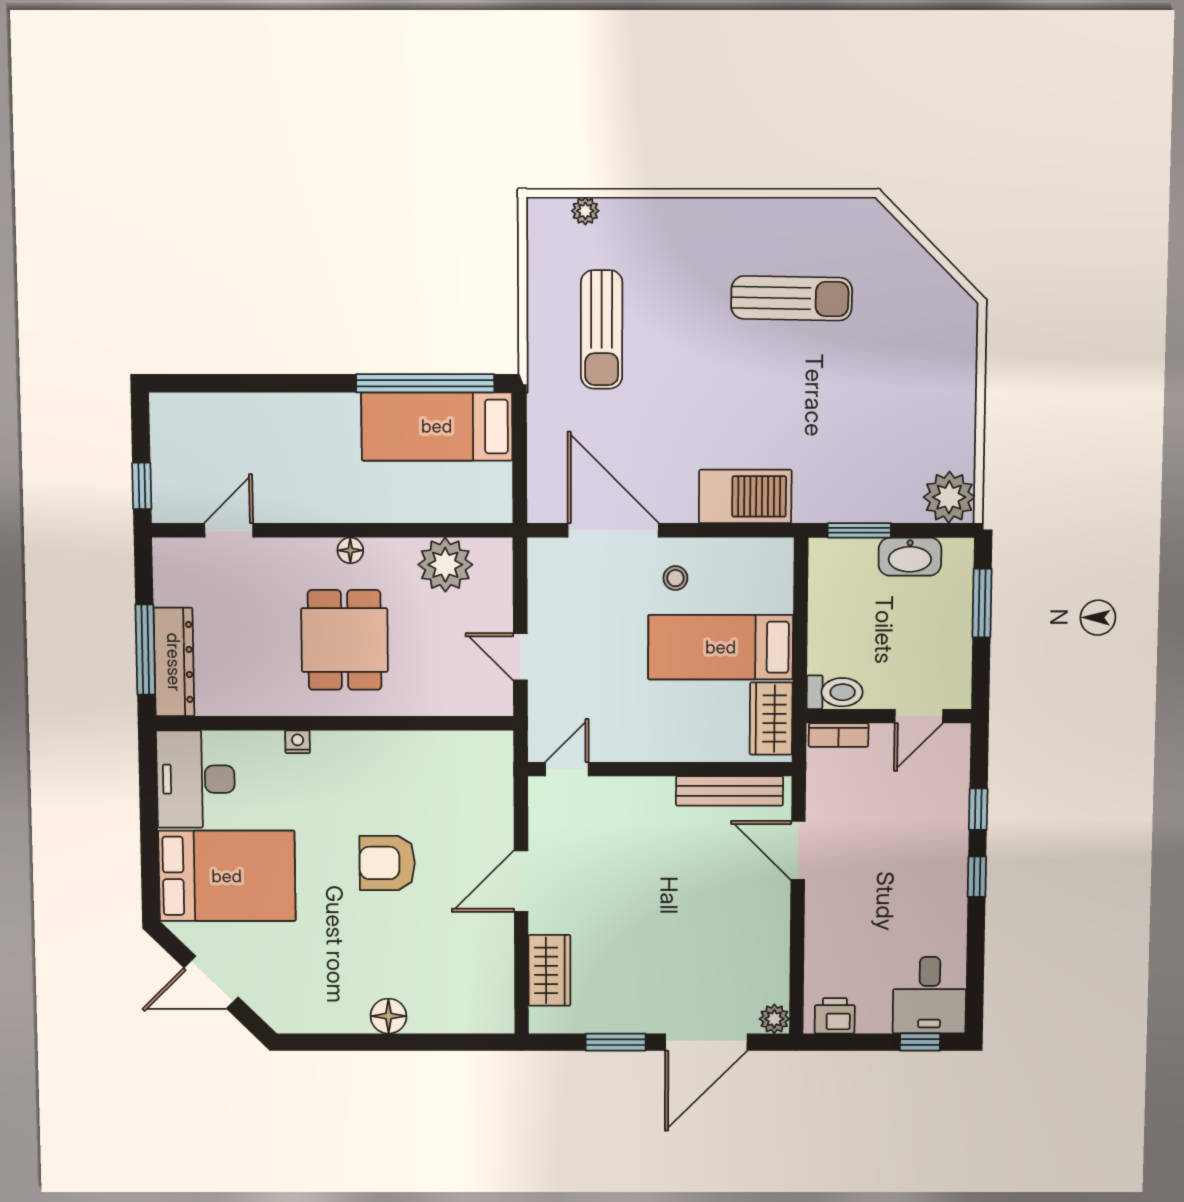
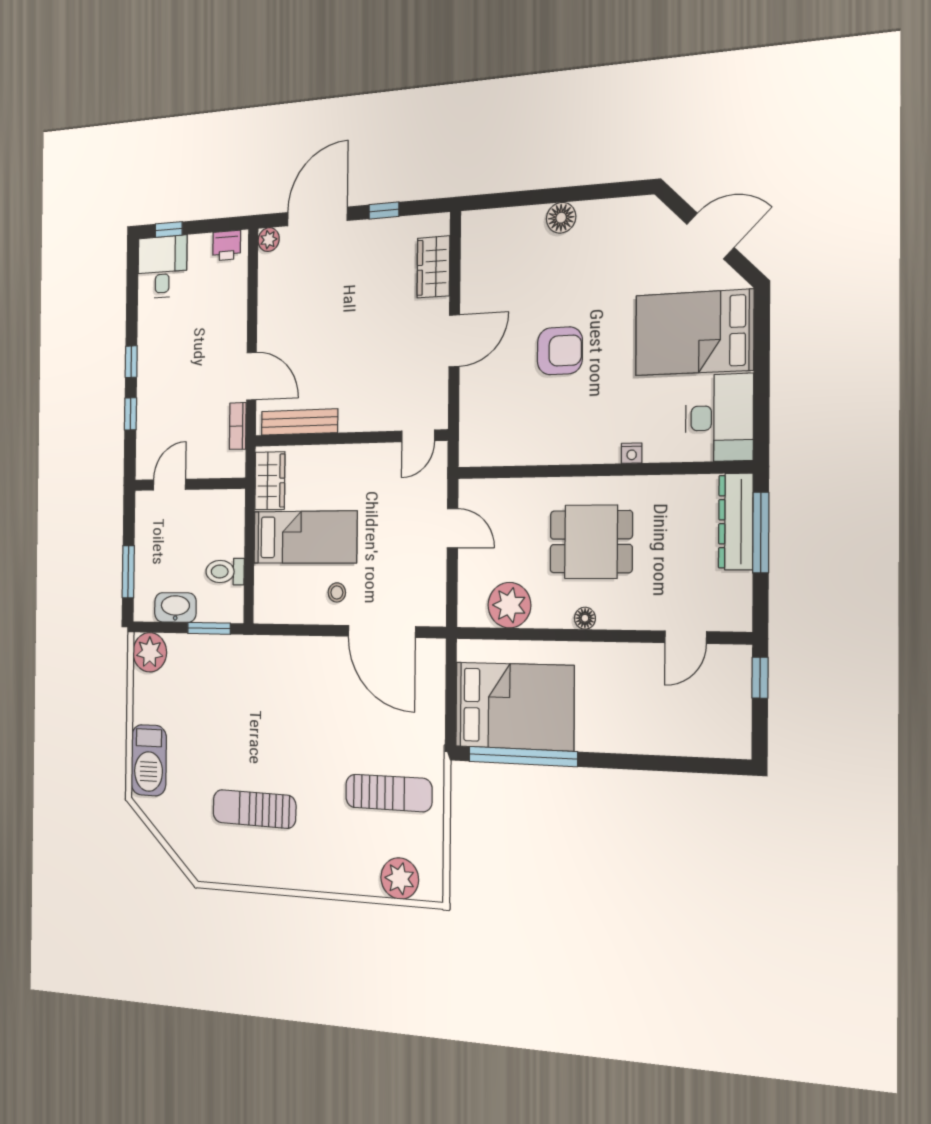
plant: (585, 211) -> (400, 879), width x1.87, depth x1.87
sun lounger: (602, 329) -> (389, 793), turned 90
bed: (437, 426) -> (514, 706), width x1.50
barbecue: (745, 496) -> (149, 760), moved, turned -90
dining table: (345, 640) -> (591, 542), turned 90
toilet: (835, 692) -> (225, 572), moved
bookcase: (839, 735) -> (238, 426), moved, turned -90
window: (616, 1042) -> (384, 211), width x0.67

